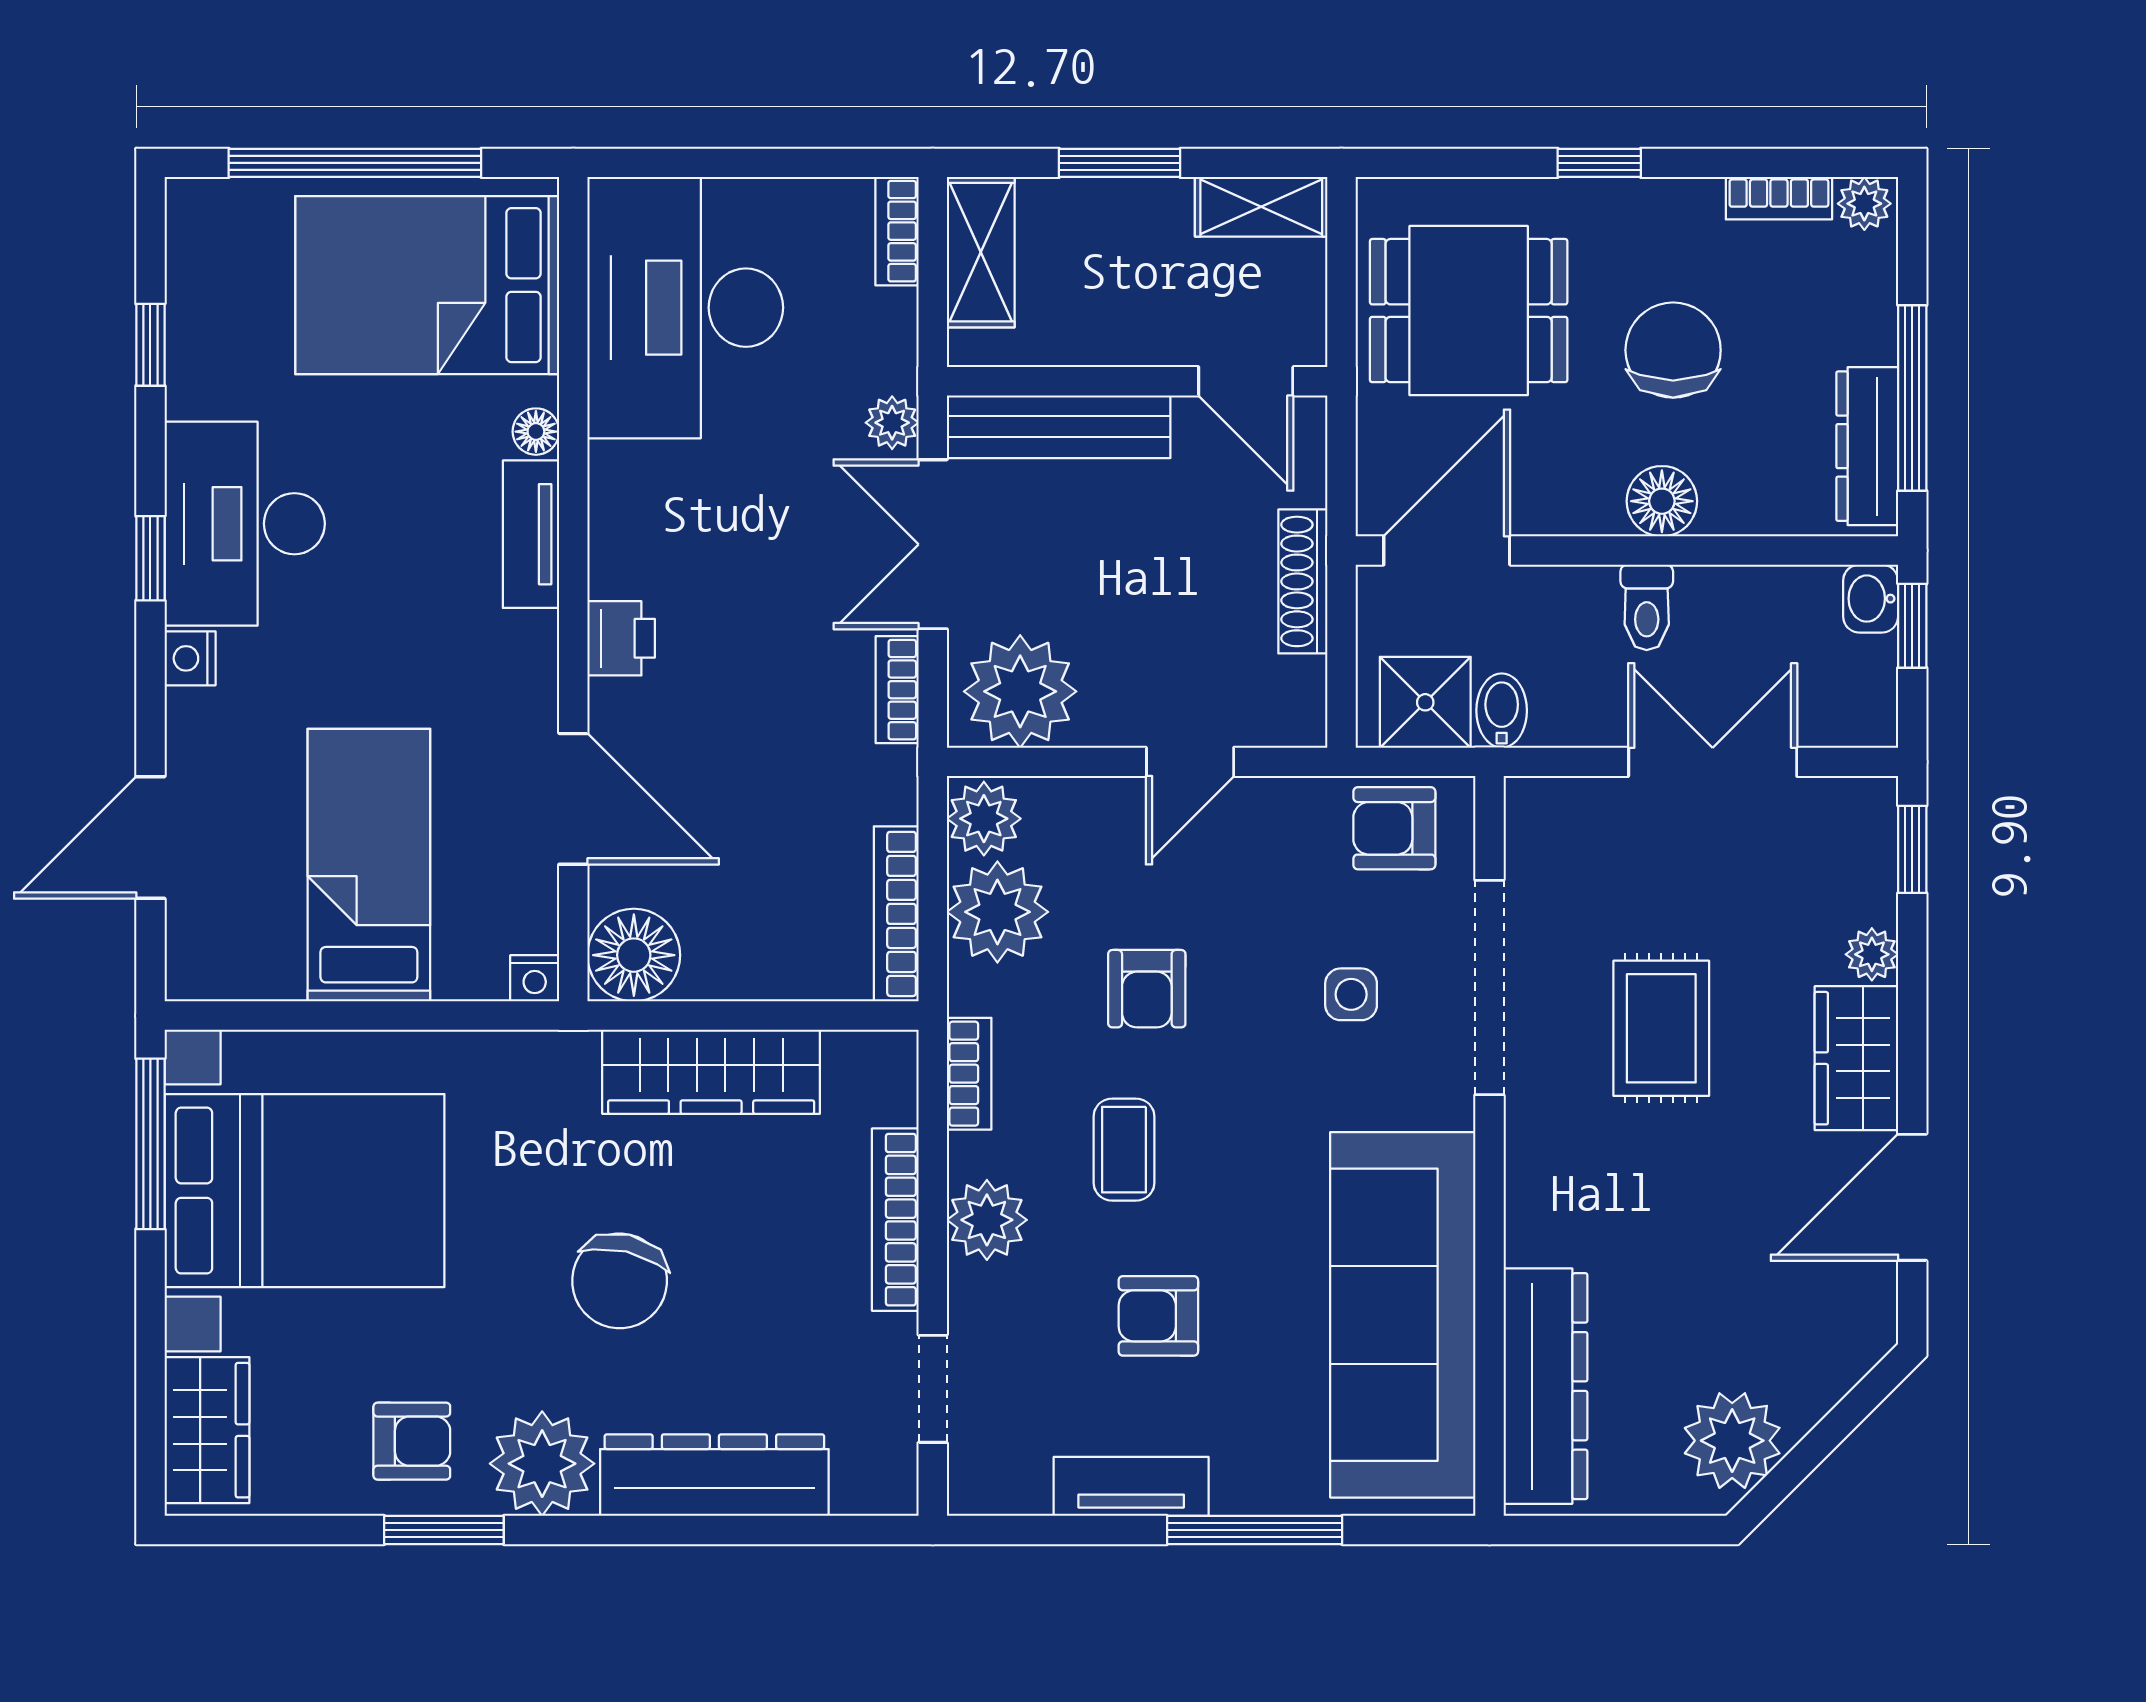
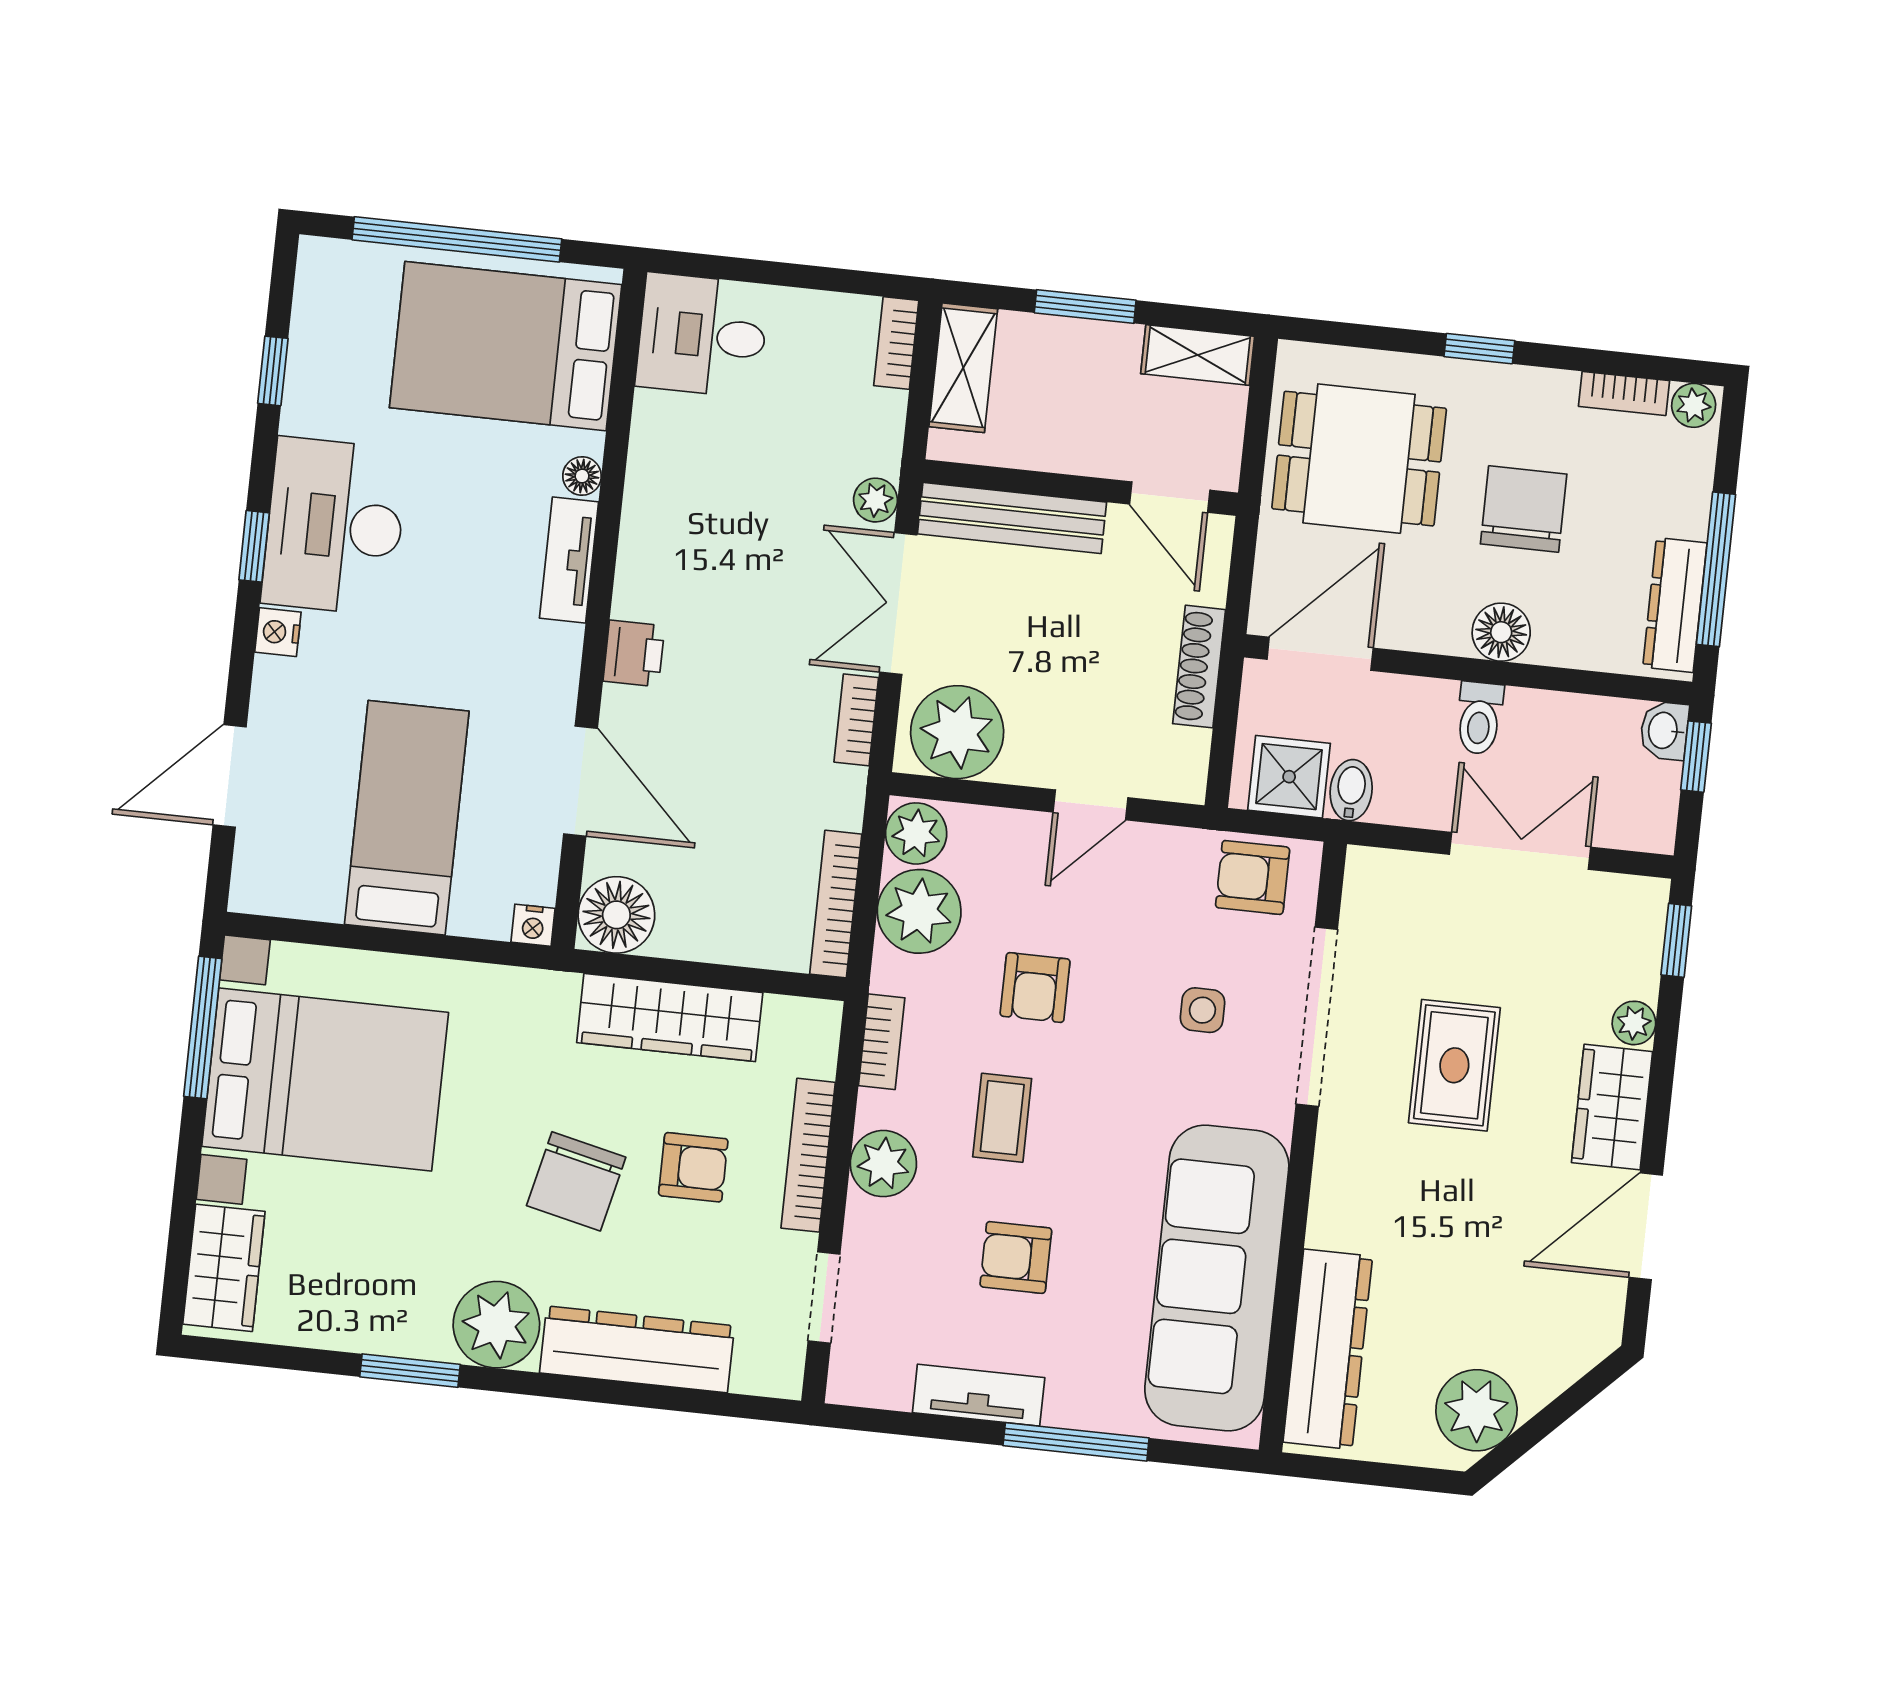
desk: (685, 308) -> (702, 335), width x0.53, depth x0.77
armchair: (412, 1441) -> (693, 1167), moved

